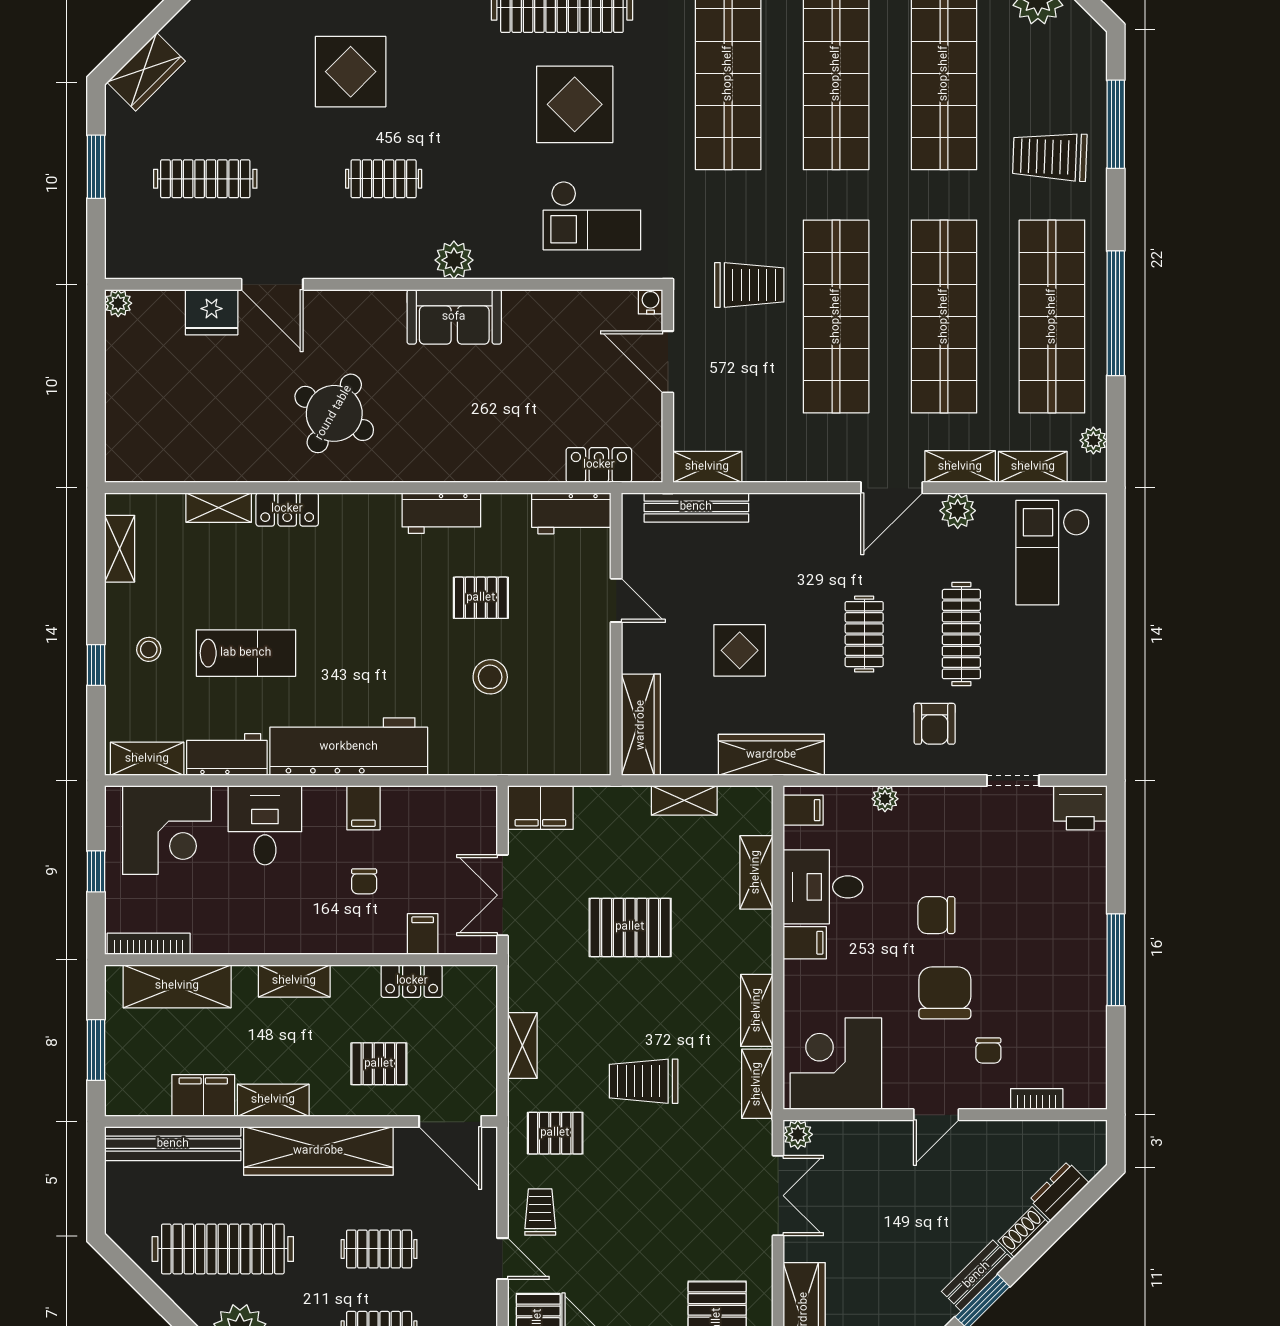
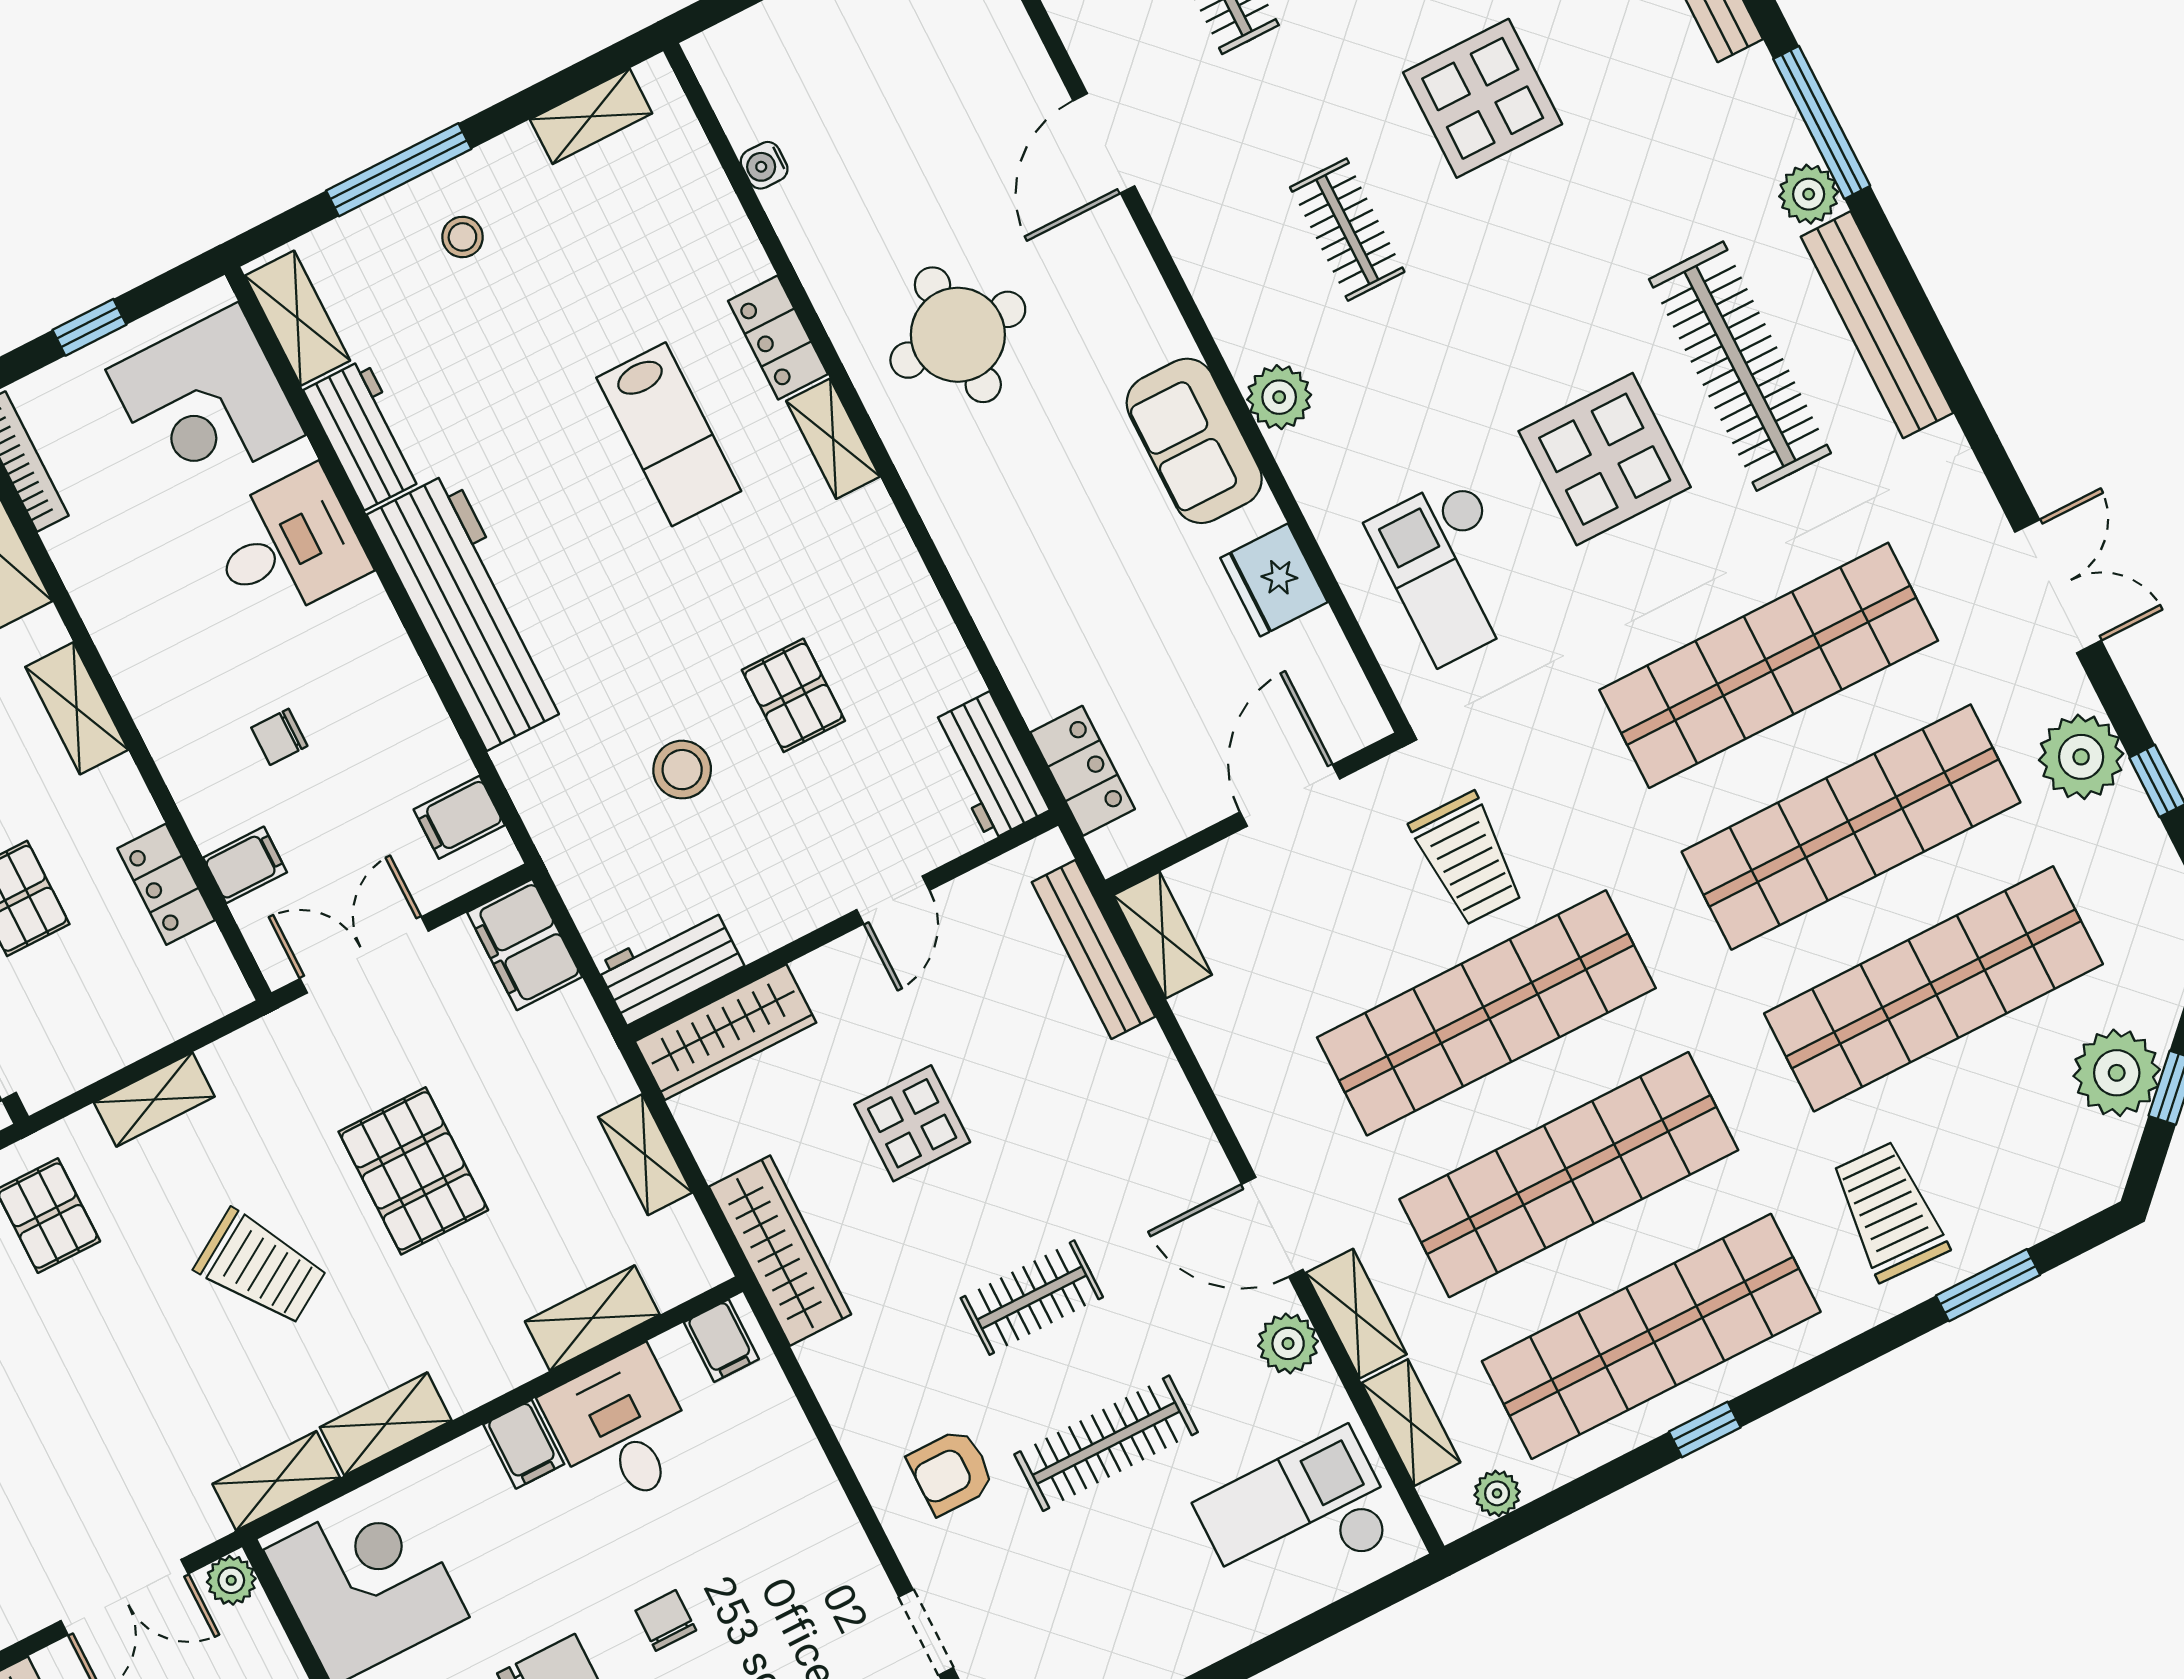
window: (1116, 124) -> (1988, 1285), width x0.69
water cooler: (650, 302) -> (764, 165), moved, turned 180
fridge: (212, 312) -> (1274, 580), moved
window: (1116, 313) -> (1705, 1429), width x0.32
round table: (334, 413) -> (958, 335), turned -30
shelving: (219, 508) -> (833, 439), moved
workbench: (441, 513) -> (670, 965), moved, turned 90
lab bench: (246, 653) -> (669, 434), moved
window: (96, 665) -> (399, 170), width x2.17
plant: (885, 799) -> (801, 1455), removed
filing cabinet: (363, 808) -> (459, 817), moved
chair: (936, 915) -> (666, 1620), width x0.73, depth x0.73
trolley: (644, 1081) -> (261, 1268), moved, turned 148

